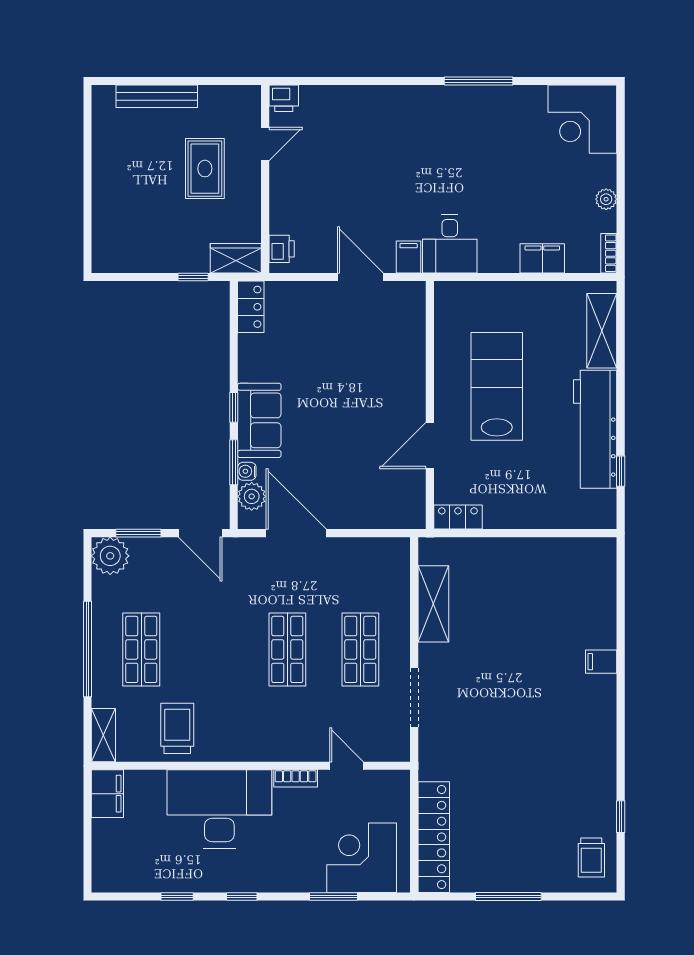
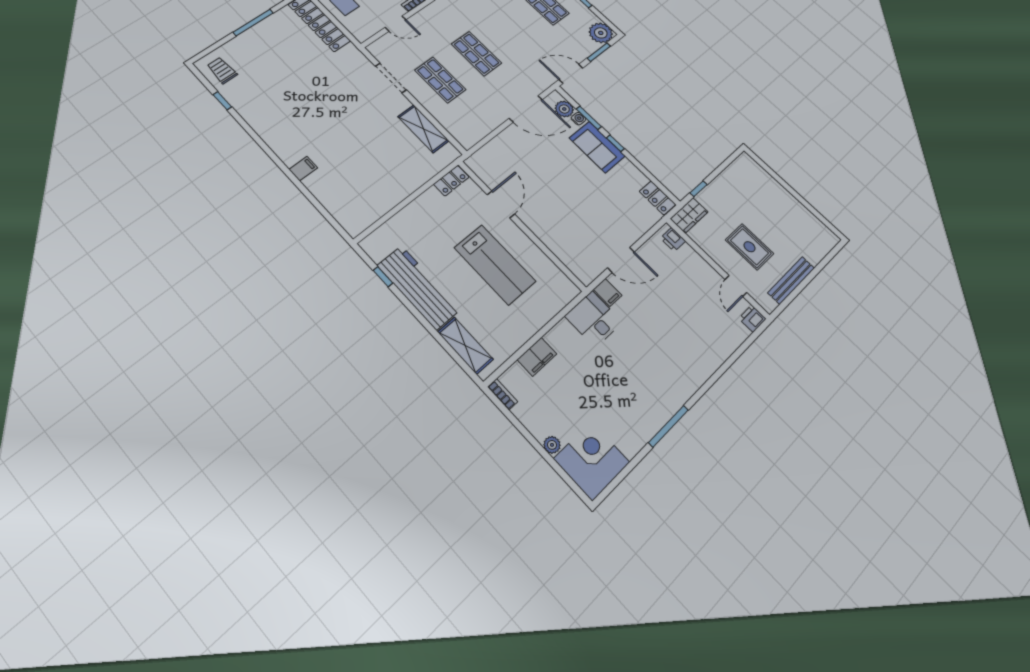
bench: (157, 96) -> (791, 280), moved
plant: (606, 199) -> (552, 445), moved

